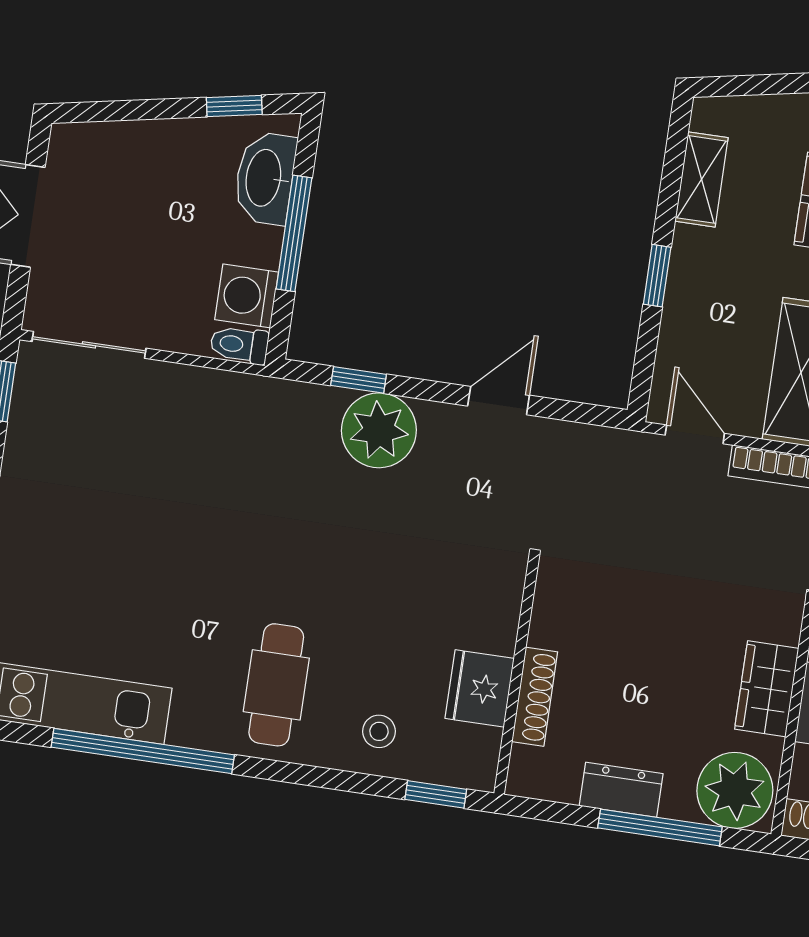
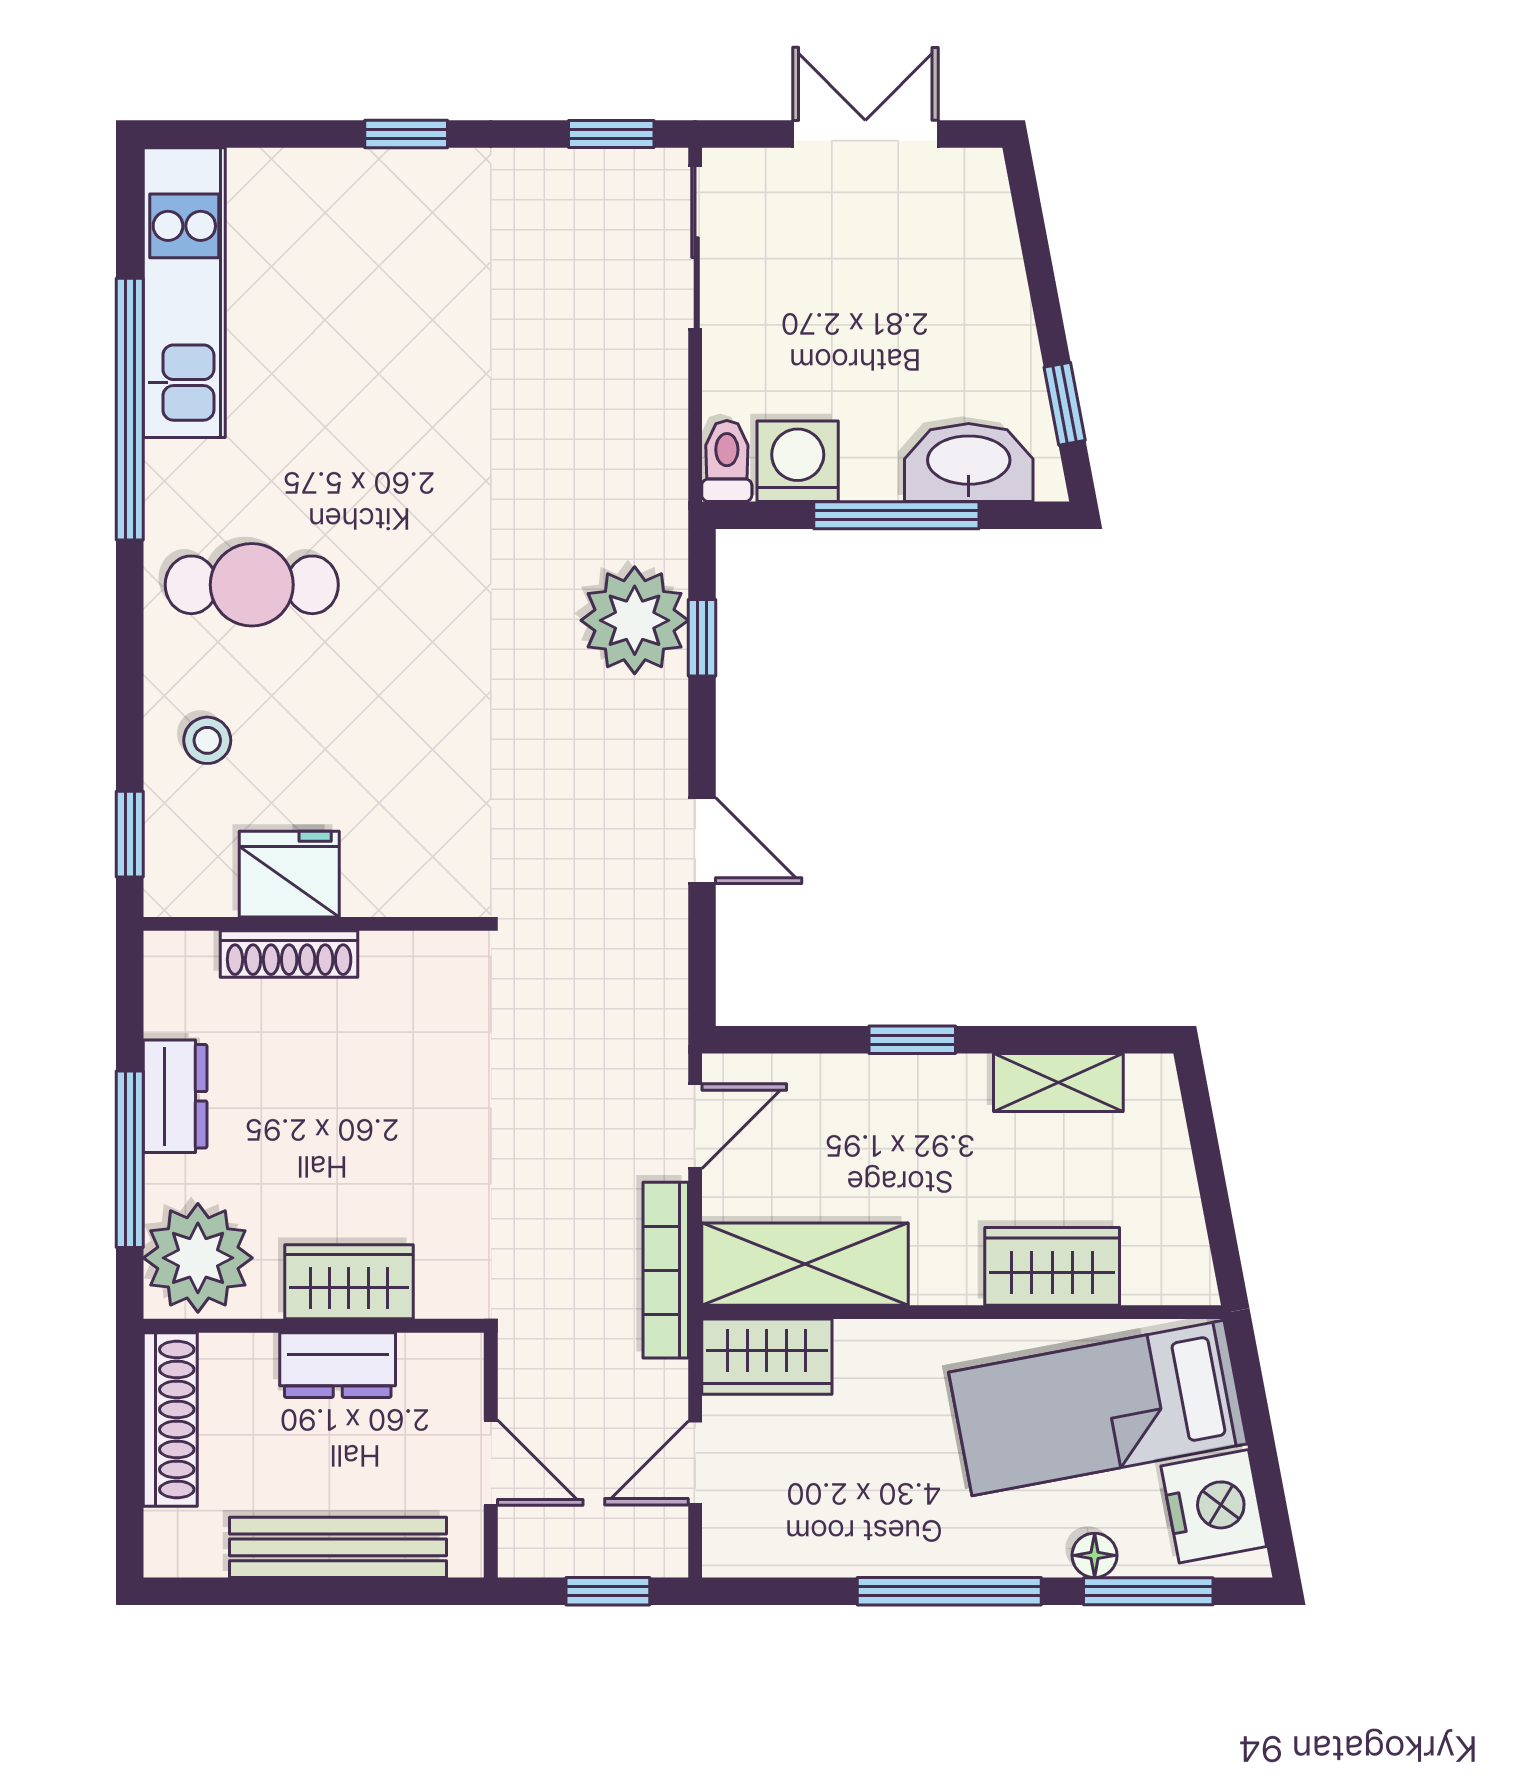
plant: (379, 430) -> (635, 620), moved

